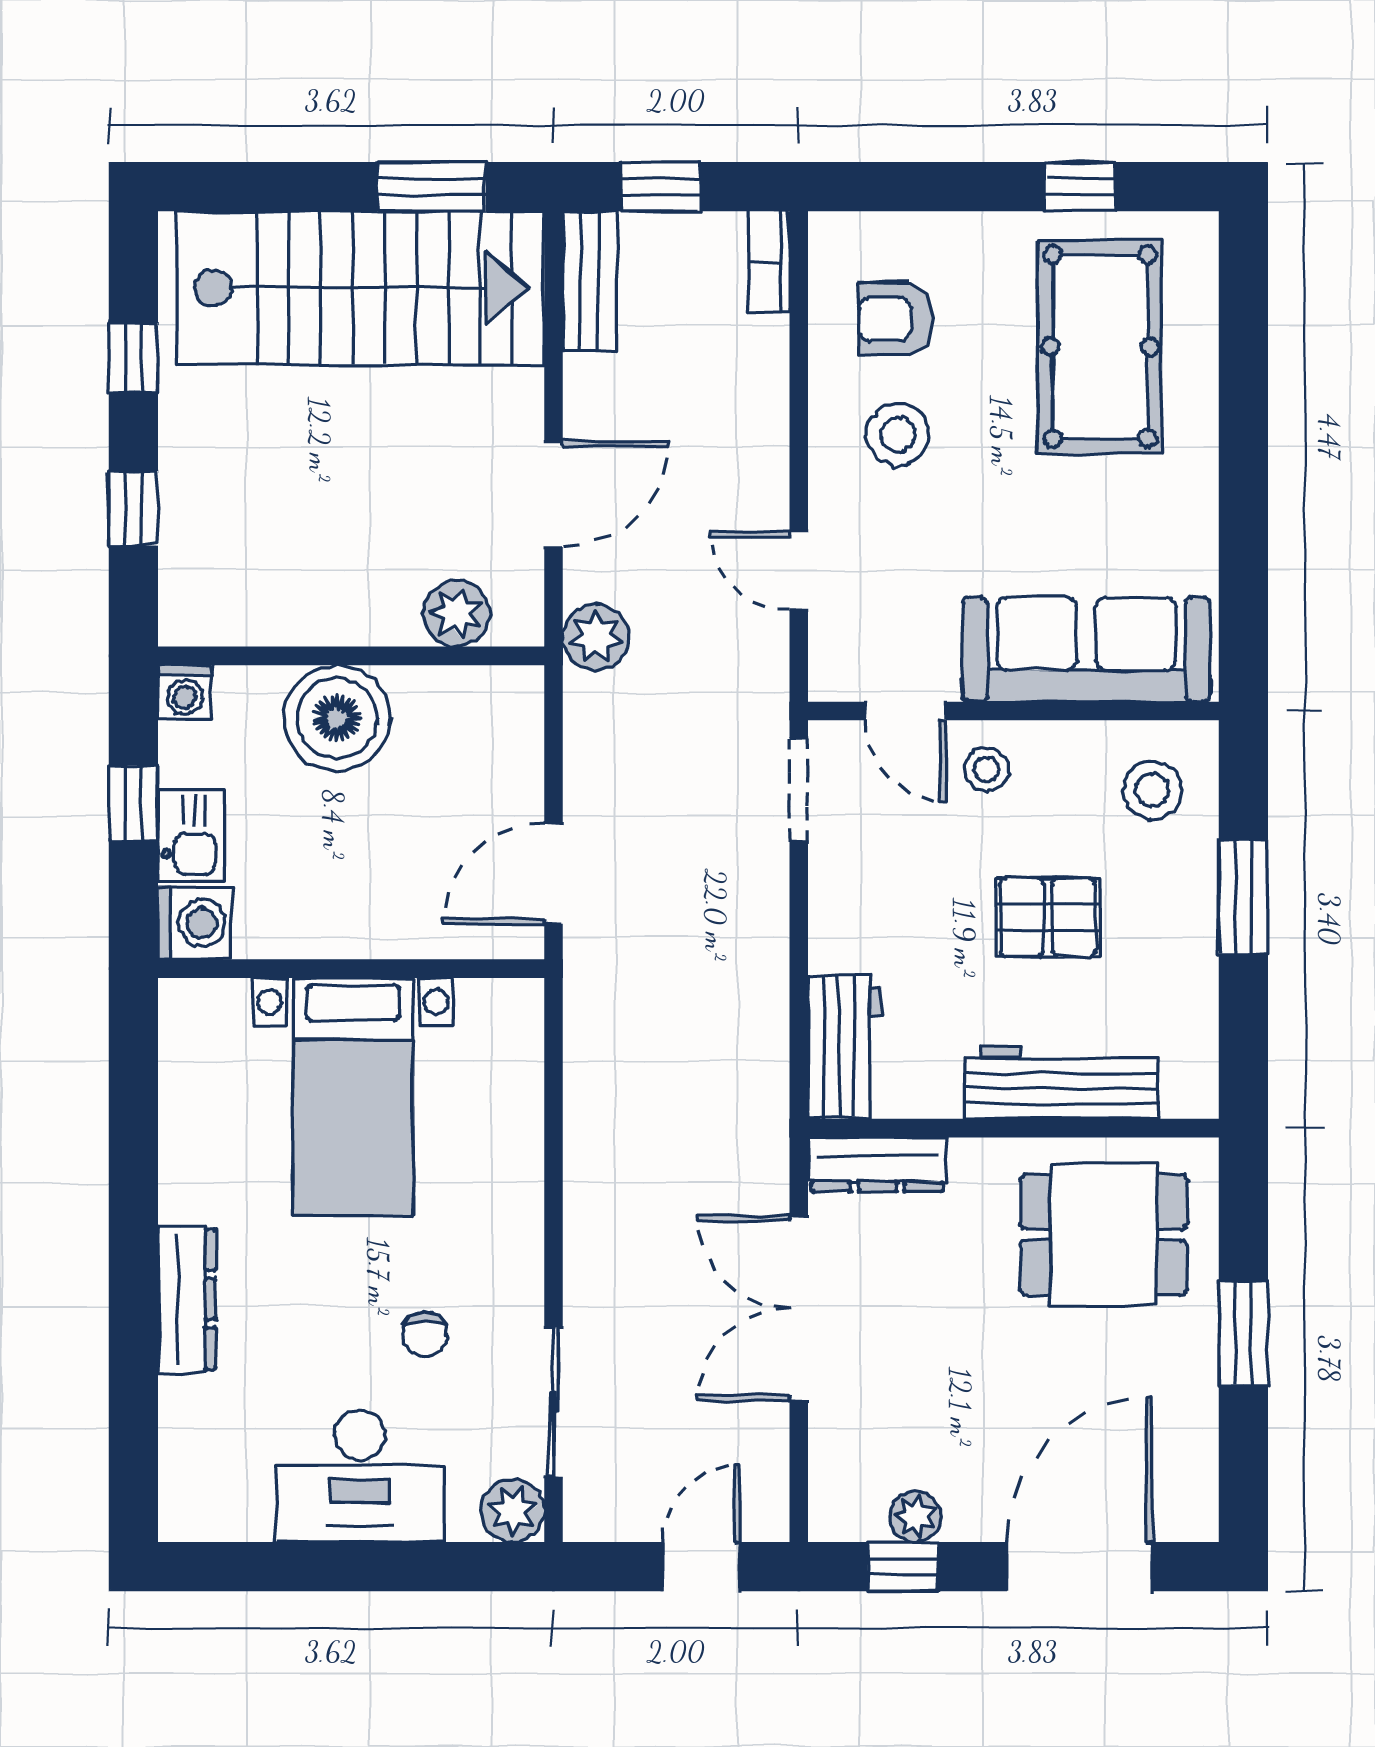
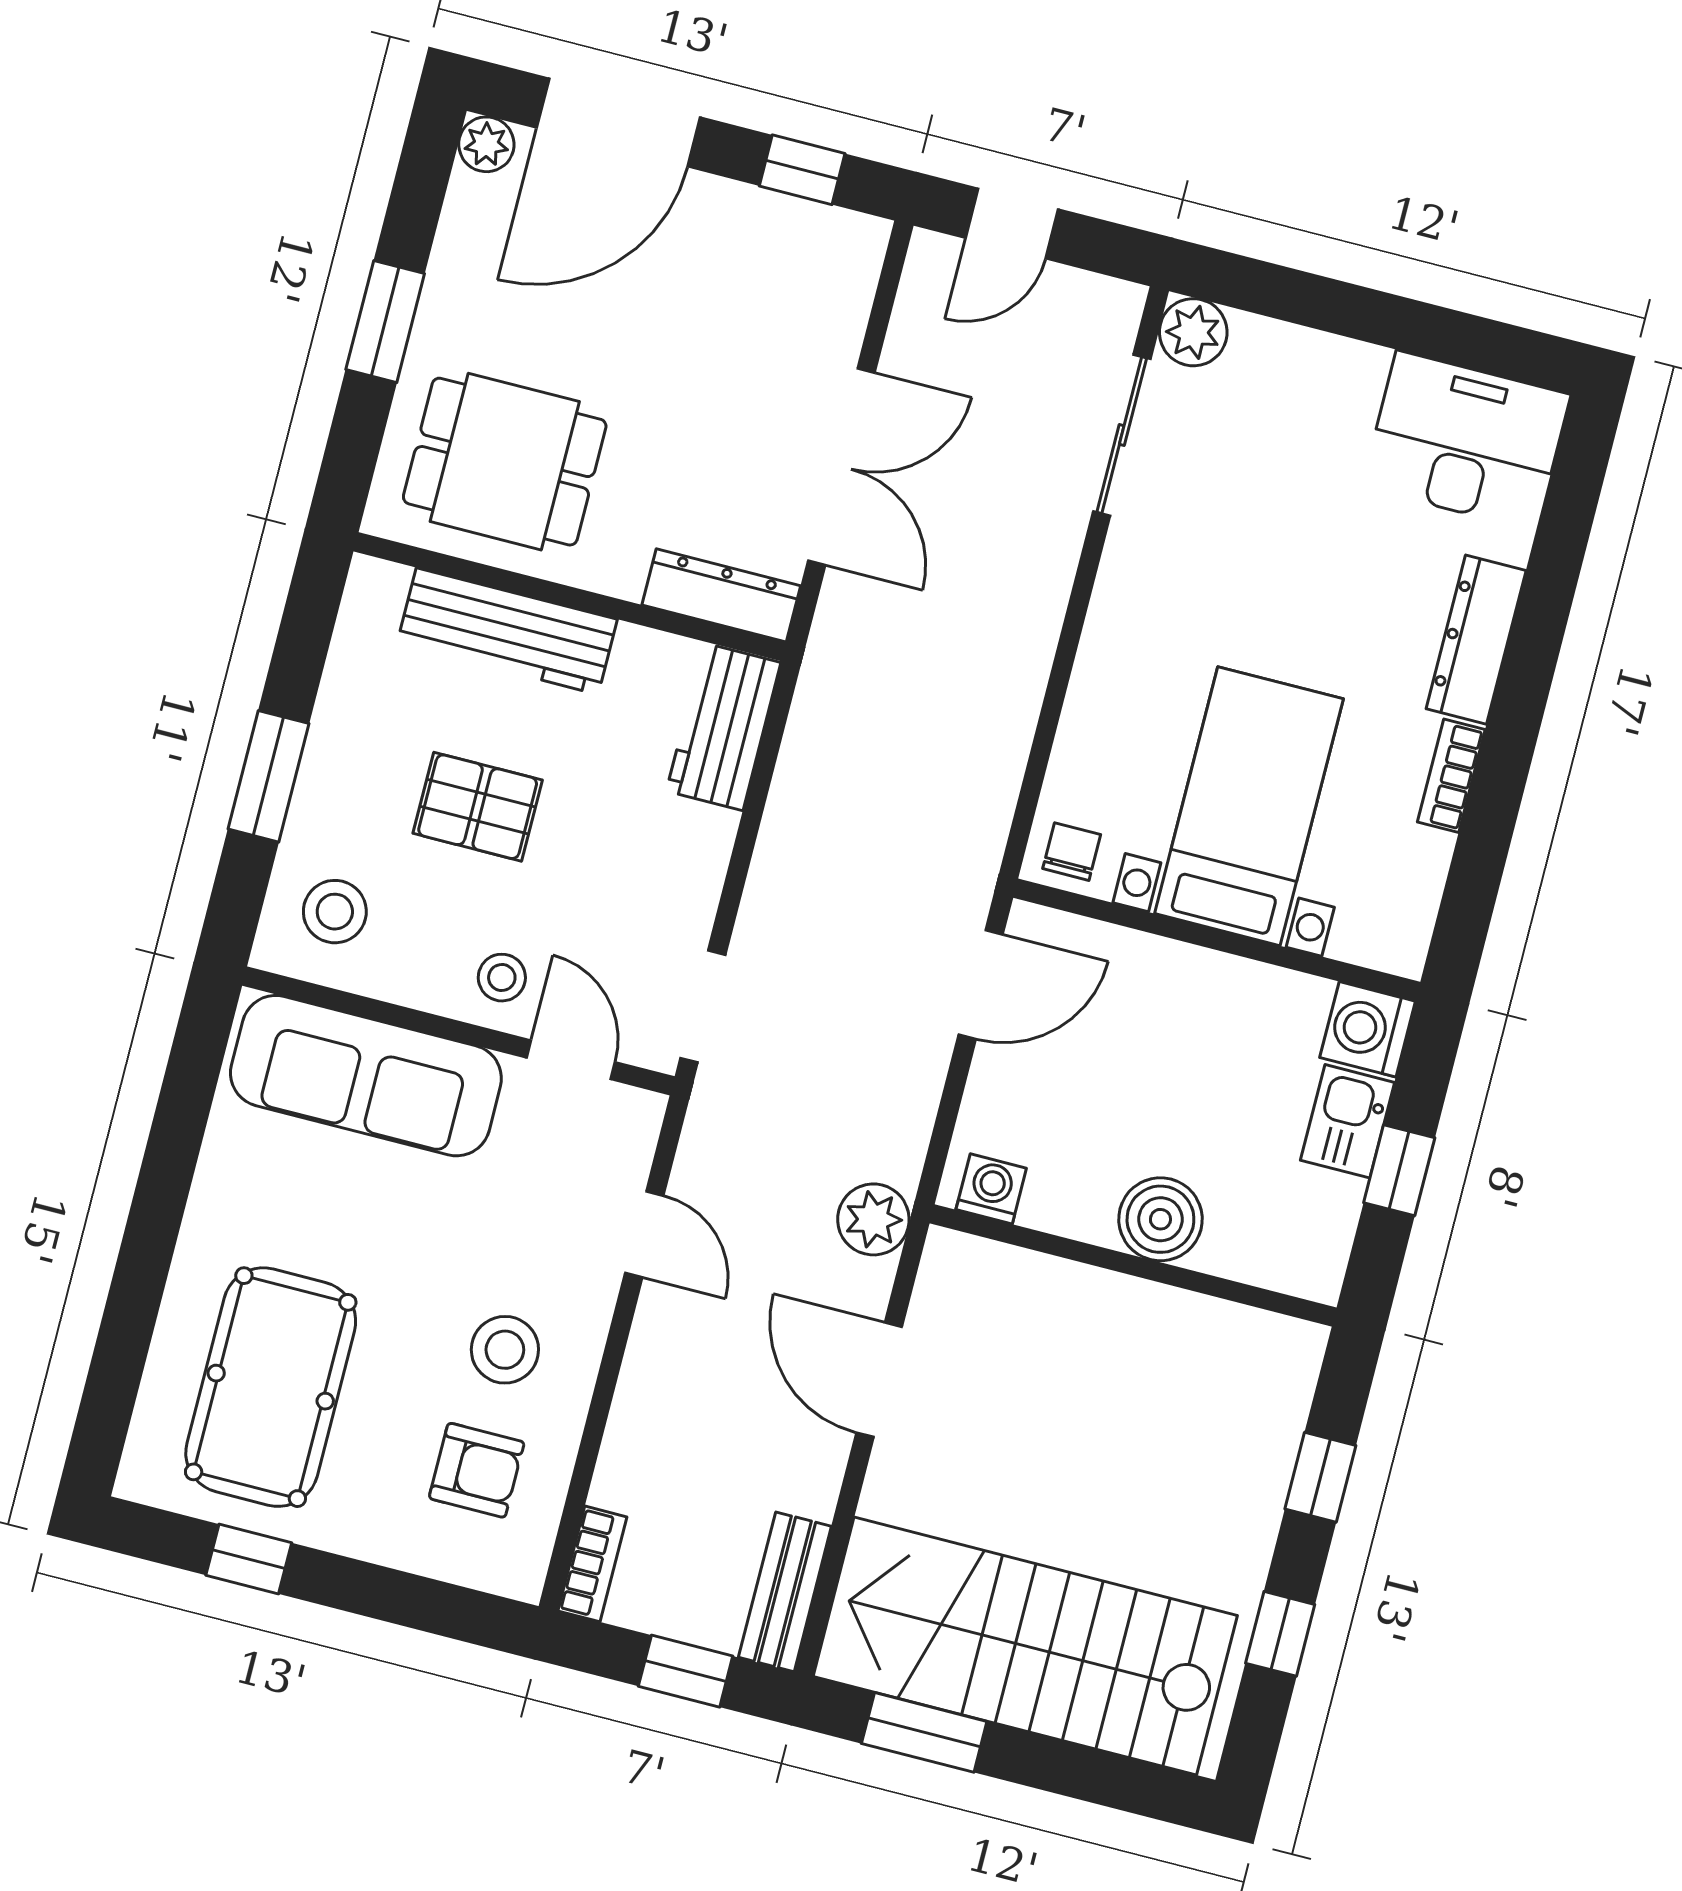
door: (553, 494) -> (879, 1380), hinge flipped
plant: (457, 614) -> (1012, 1281), removed
washing machine: (185, 692) -> (991, 1189), moved
boiler: (337, 718) -> (1160, 1219), width x0.73, depth x0.73
bookcase: (178, 1171) -> (1451, 776), added
chair: (425, 1334) -> (1072, 852), moved
desk: (360, 1476) -> (1466, 441), moved
plant: (916, 1516) -> (486, 144), moved

